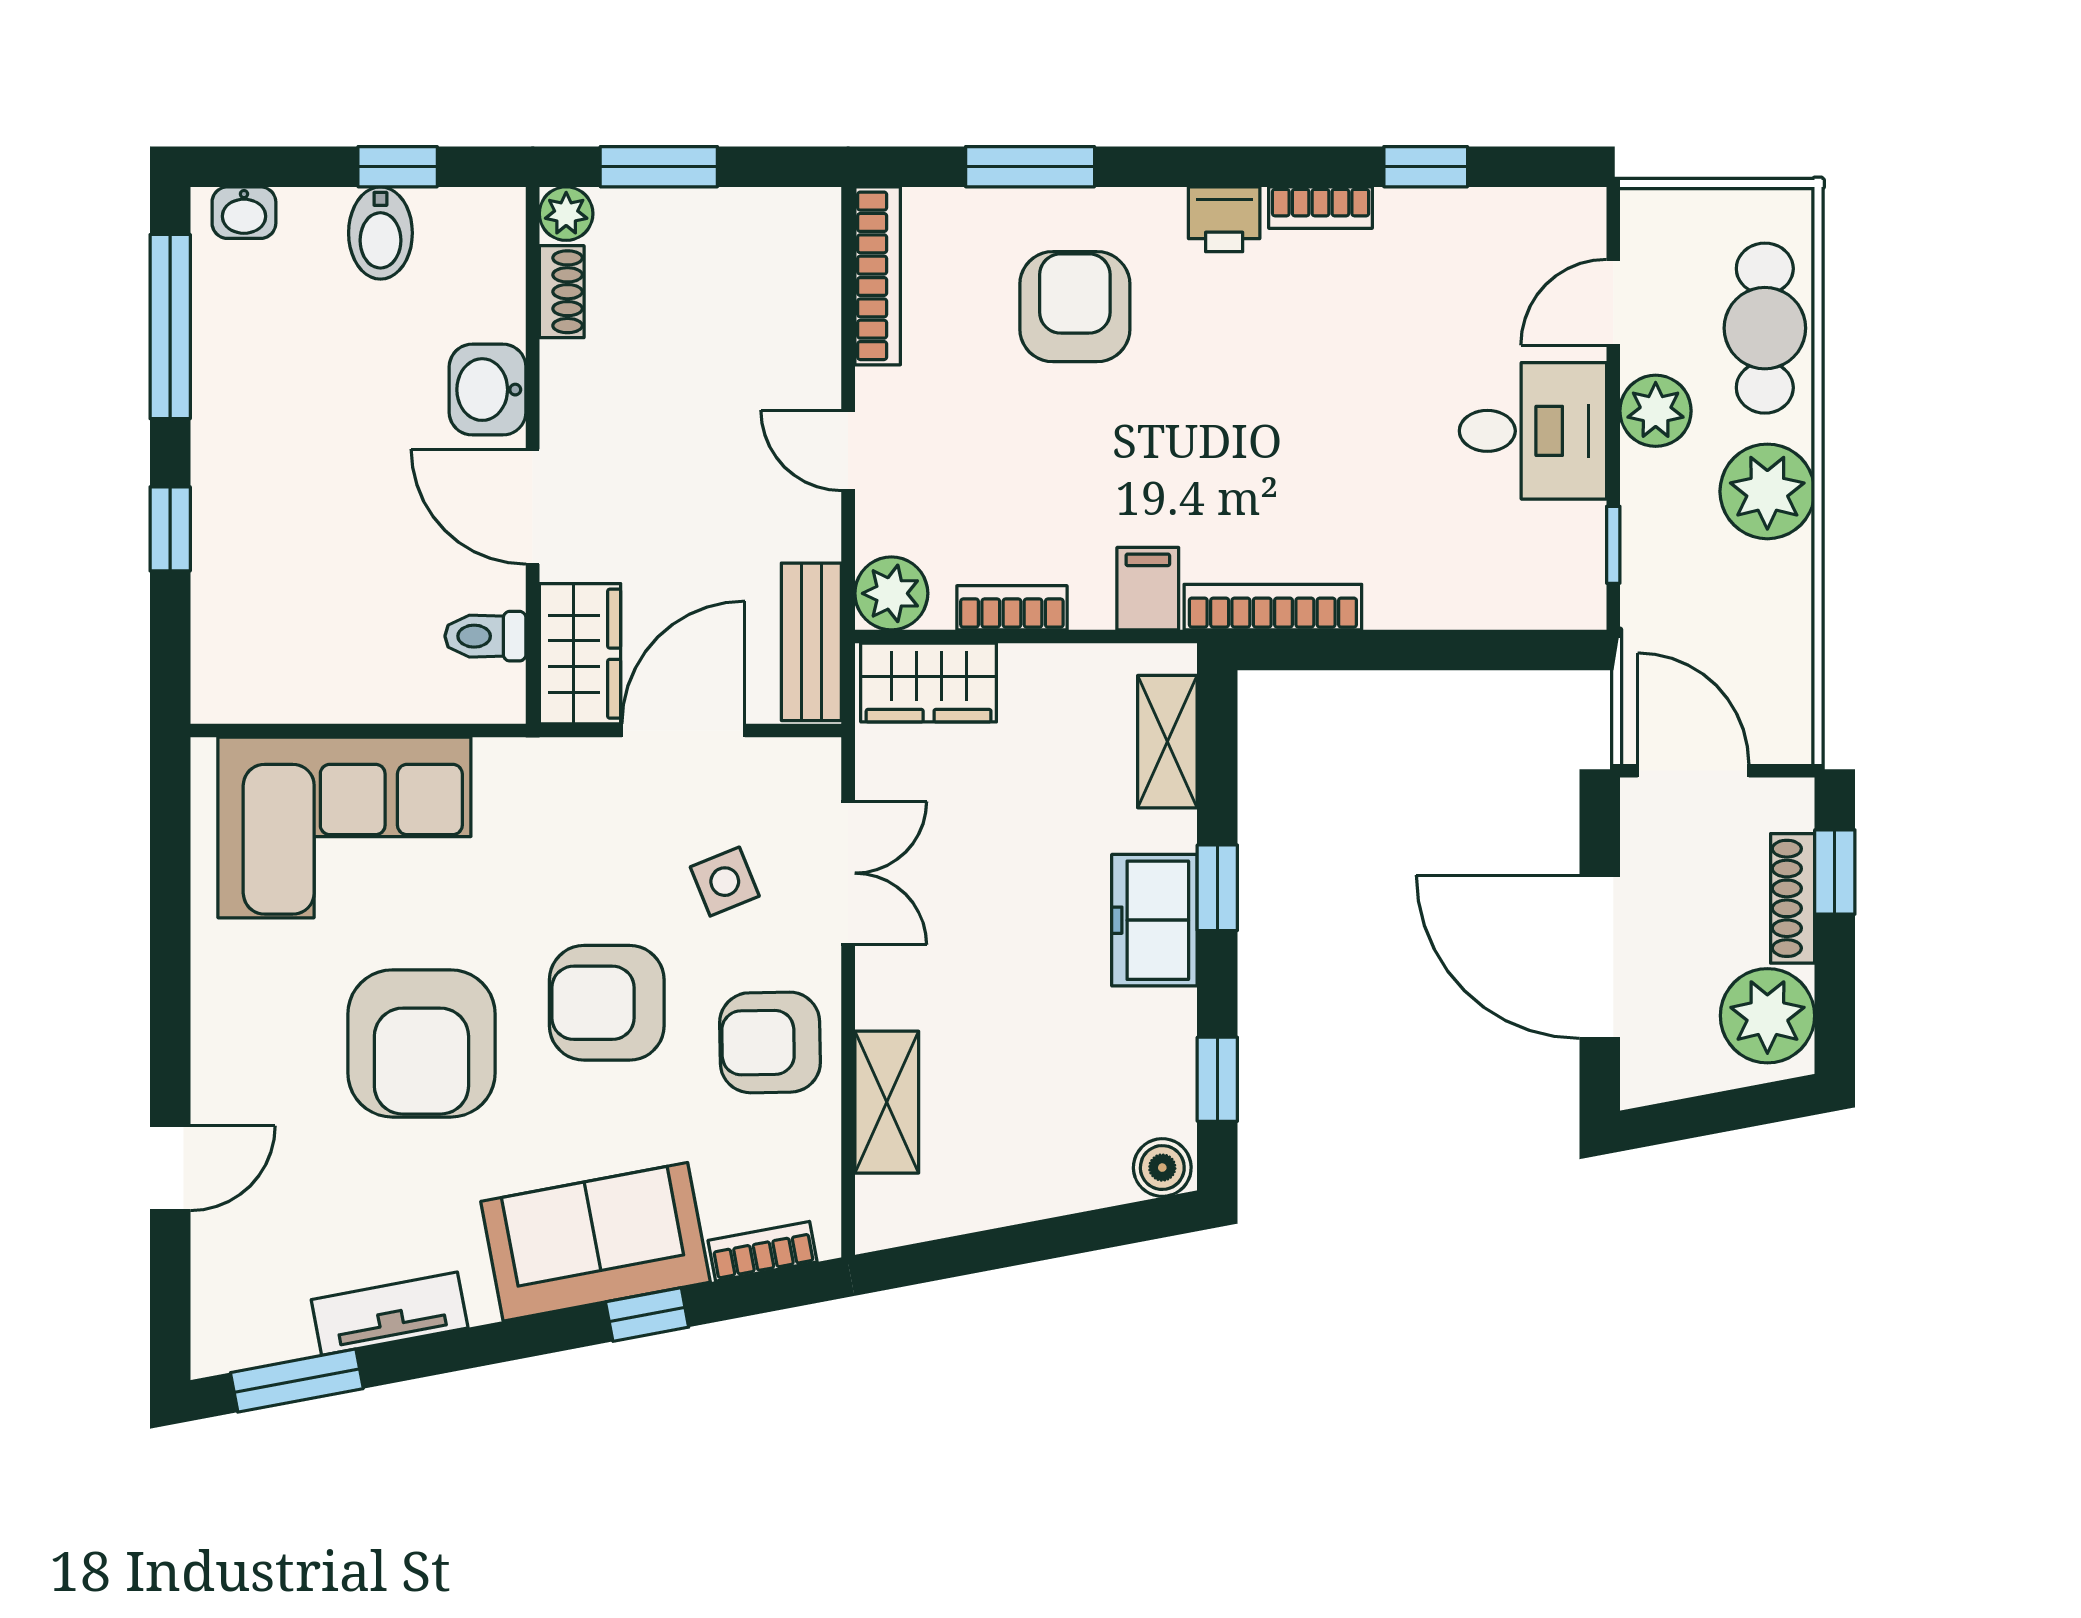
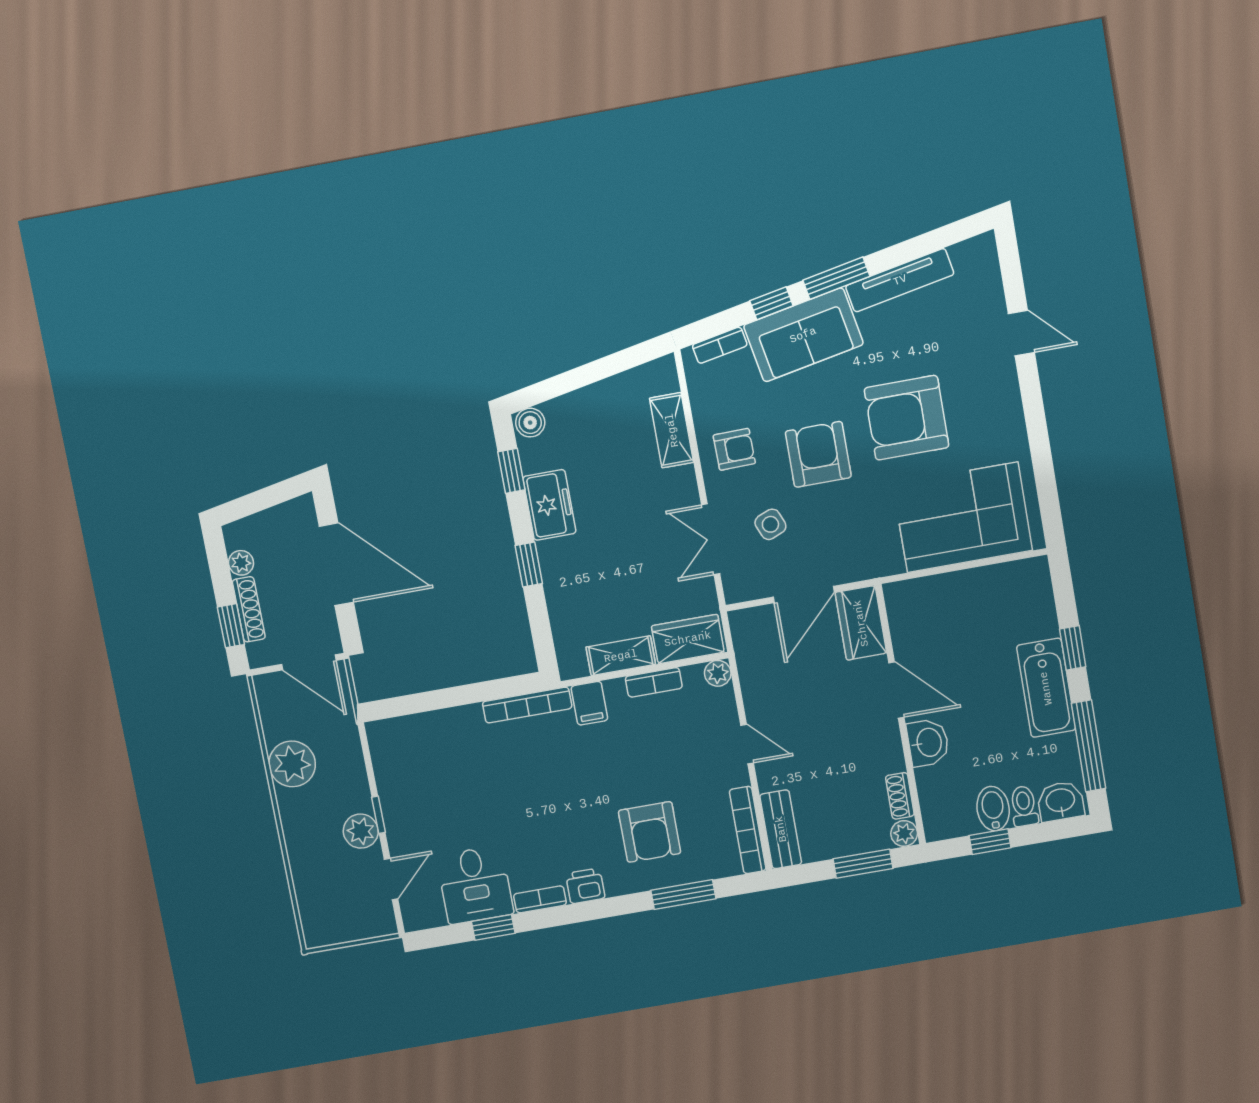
washbasin: (244, 213) -> (1061, 801), width x1.38, depth x1.45
cafe table: (1765, 328) -> (316, 879), removed
desk: (1533, 431) -> (475, 885), moved, turned -90
bathtub: (235, 458) -> (1046, 688), added
plant: (1767, 491) -> (292, 764), moved
window: (1613, 545) -> (379, 815), moved
plant: (891, 593) -> (718, 673), width x0.73, depth x0.73
toilet: (485, 636) -> (1024, 806), moved, turned -90
bench: (811, 642) -> (781, 829), moved
shelving: (1167, 742) -> (621, 656), moved, turned 90
freezer: (1154, 920) -> (549, 505), moved
armchair: (607, 1003) -> (818, 454), turned -90
plant: (1767, 1016) -> (241, 563), width x0.53, depth x0.53
armchair: (770, 1042) -> (734, 449), width x0.72, depth x0.72
armchair: (421, 1043) -> (907, 418), turned -90
door: (170, 1168) -> (1021, 333), swing flipped
tv unit: (390, 1314) -> (900, 280), width x1.41
window: (297, 1381) -> (836, 278), moved

